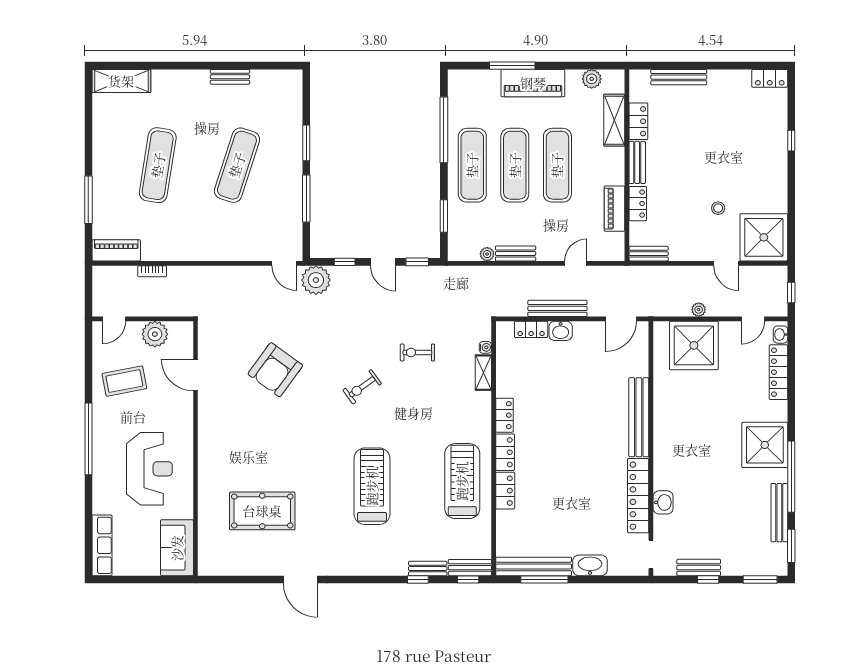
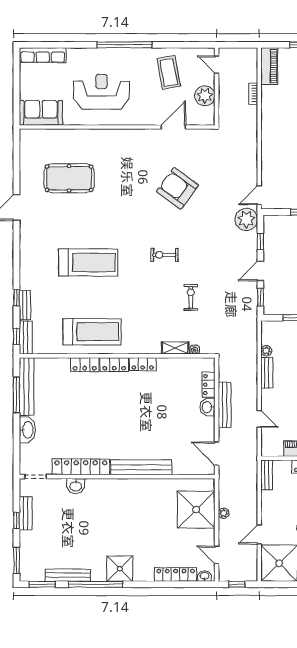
exercise bike: (362, 387) -> (164, 255), turned -54
shower: (765, 445) -> (120, 569), width x0.73, depth x0.73
reception desk: (149, 469) -> (101, 92), turned 180
pool table: (262, 511) -> (69, 178), turned 90

